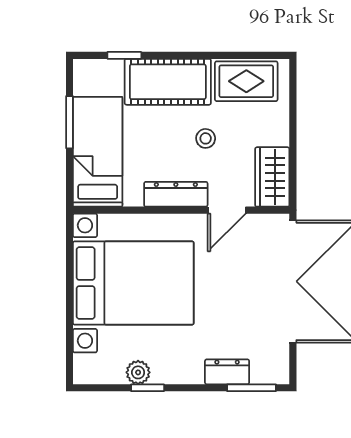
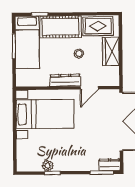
bed: (98, 152) -> (27, 42), moved, turned 180
wardrobe: (272, 177) -> (111, 51), moved
bed with nightstands: (133, 283) -> (45, 114), width x0.73
dresser: (227, 372) -> (109, 165), moved

